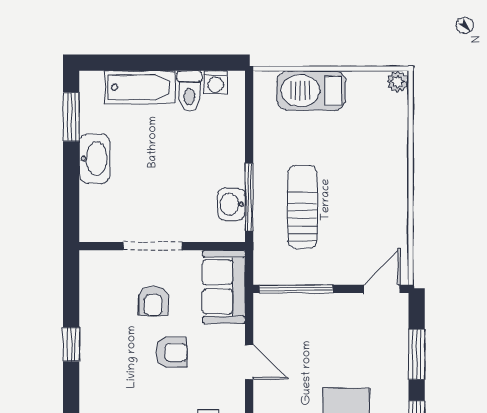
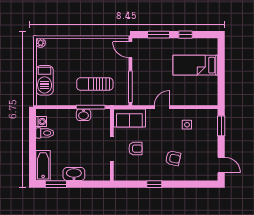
bathtub: (140, 87) -> (43, 165), moved
washbasin: (231, 204) -> (84, 115), moved
armchair: (172, 352) -> (173, 158), moved, turned 102

